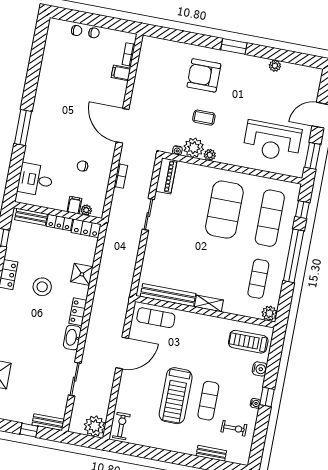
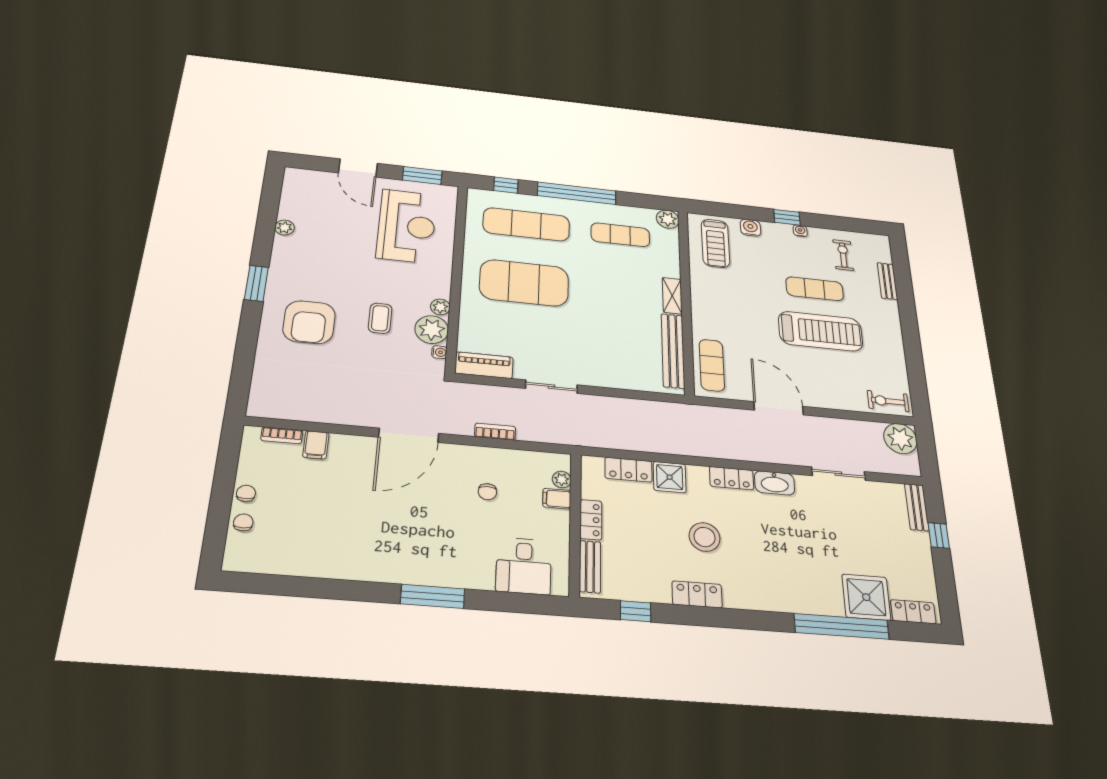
locker: (86, 228) -> (628, 470), moved, turned 90

